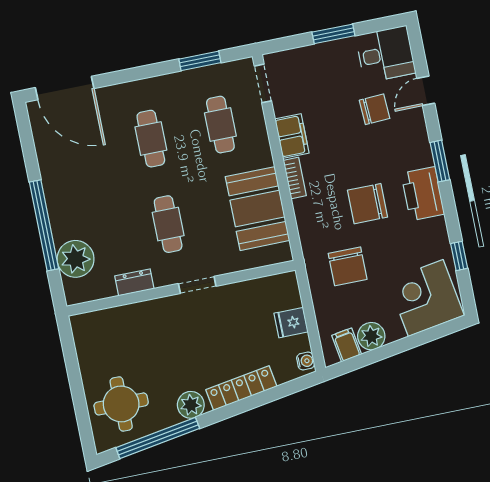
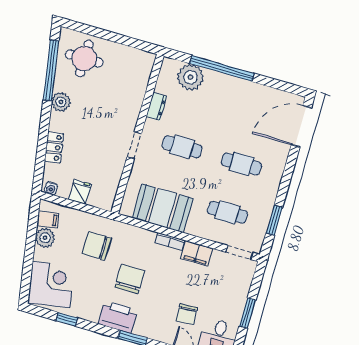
locker: (241, 388) -> (54, 147), width x0.66

